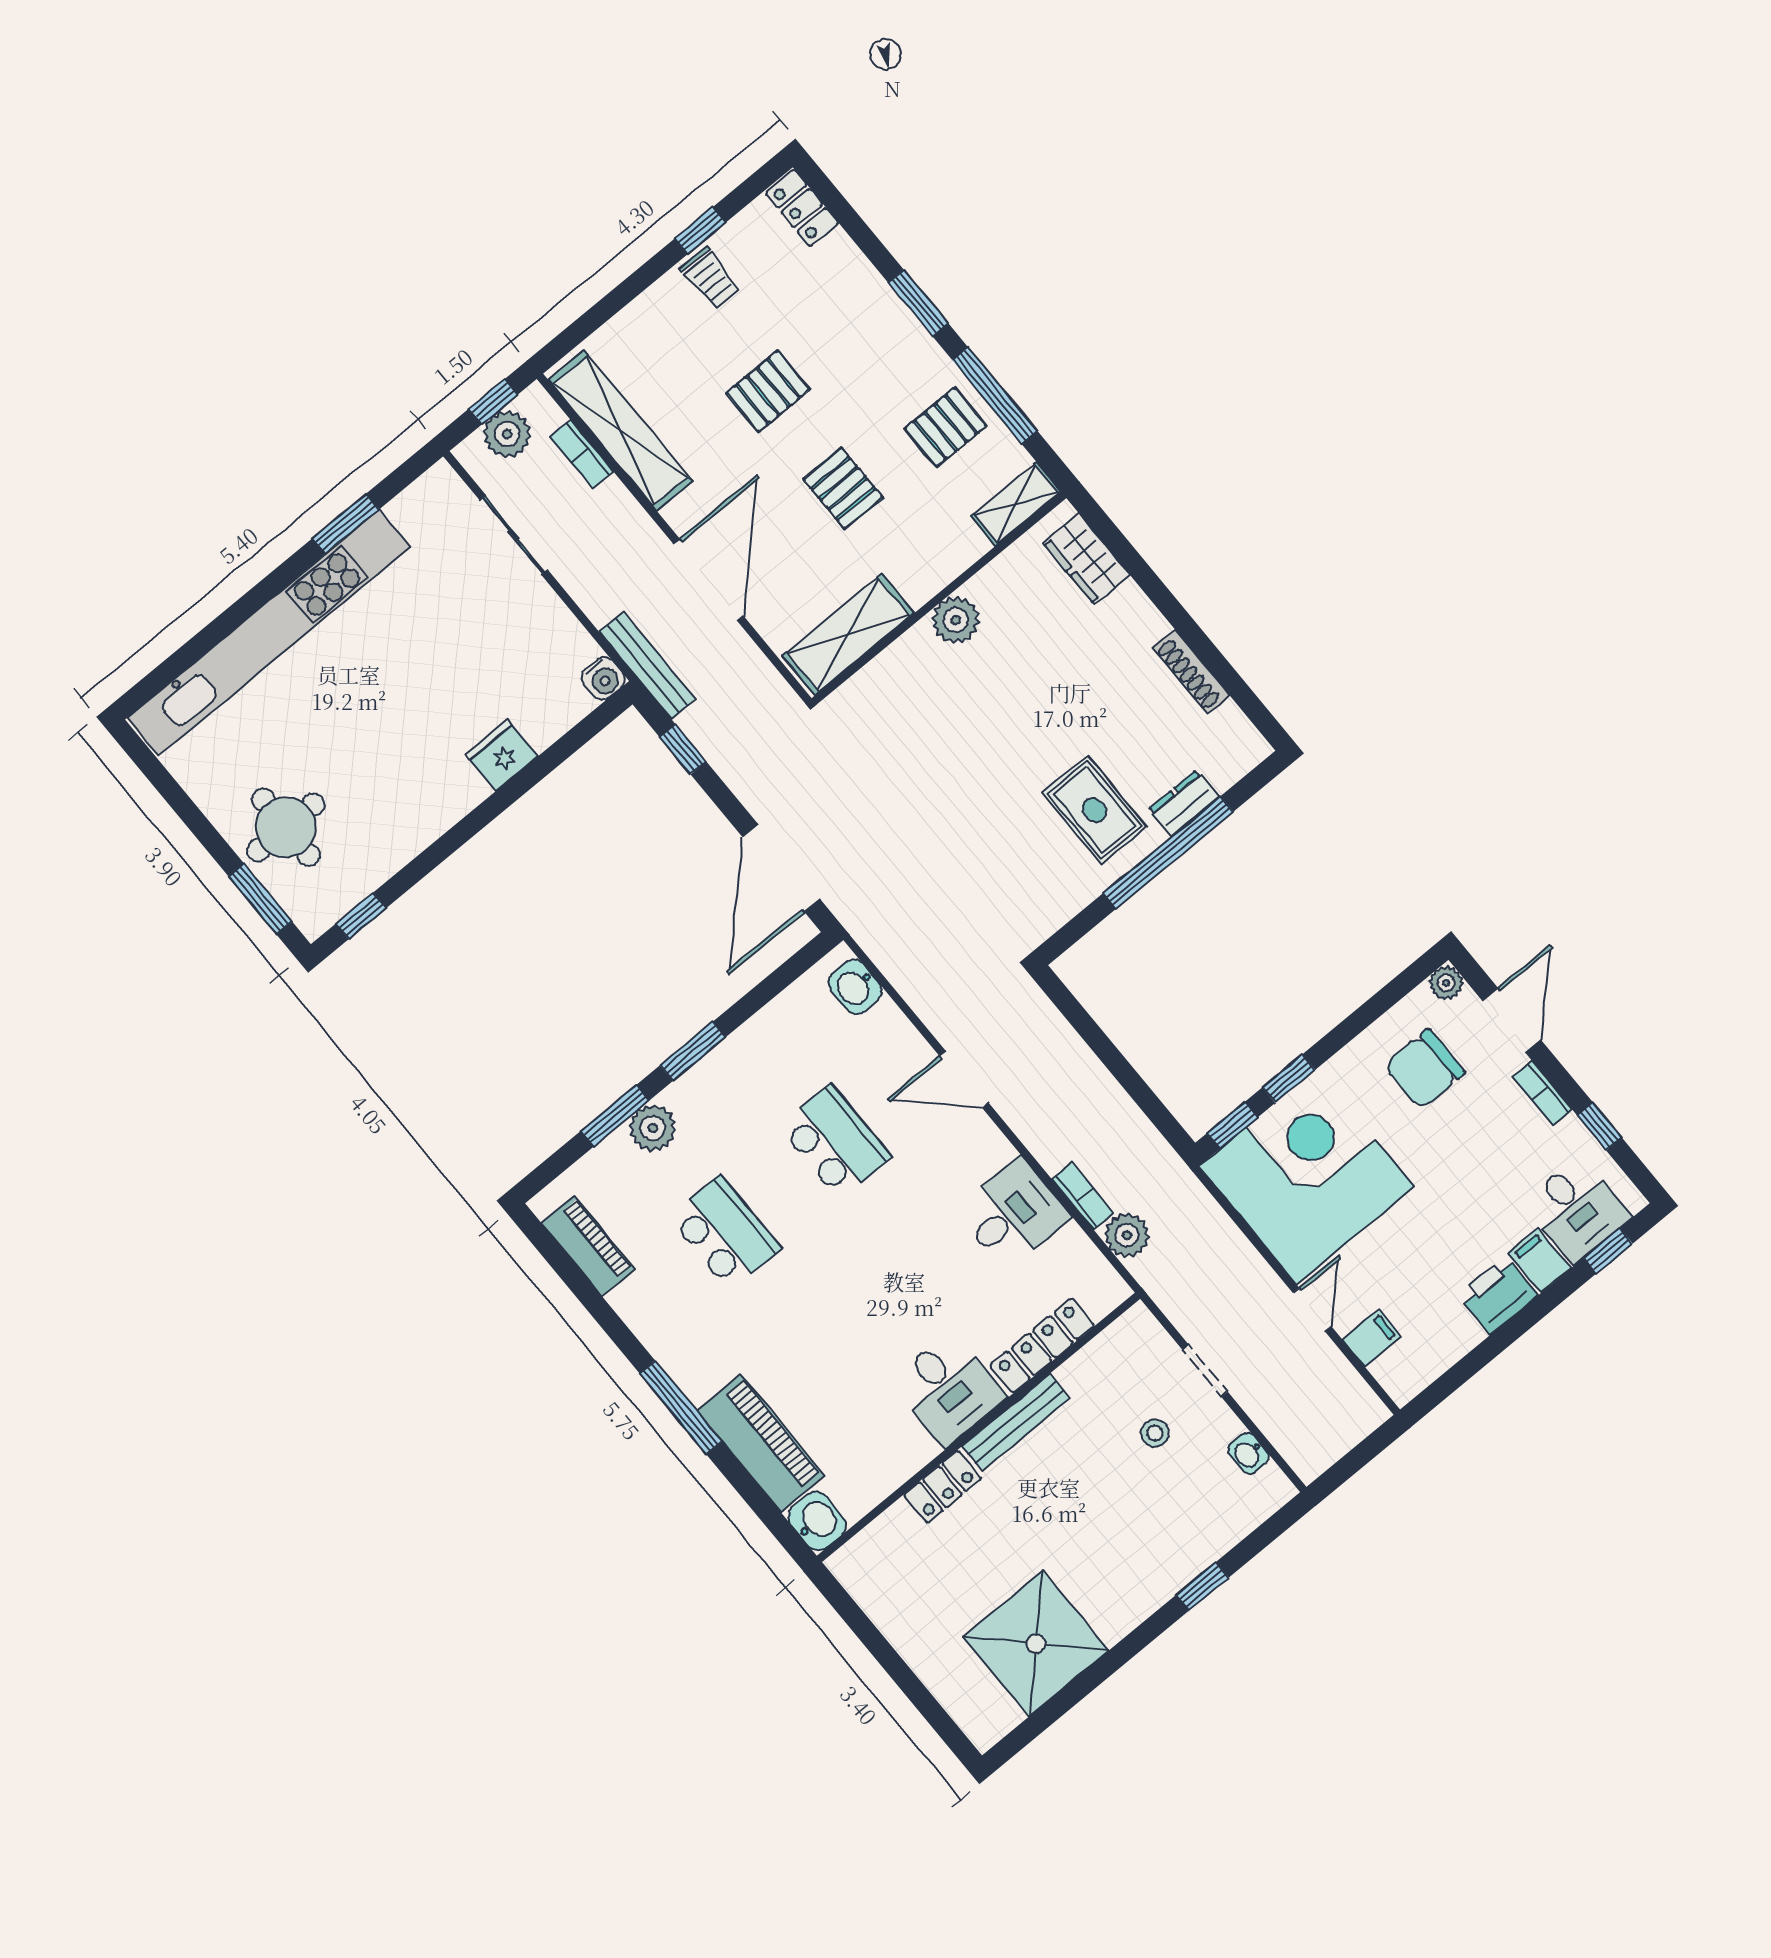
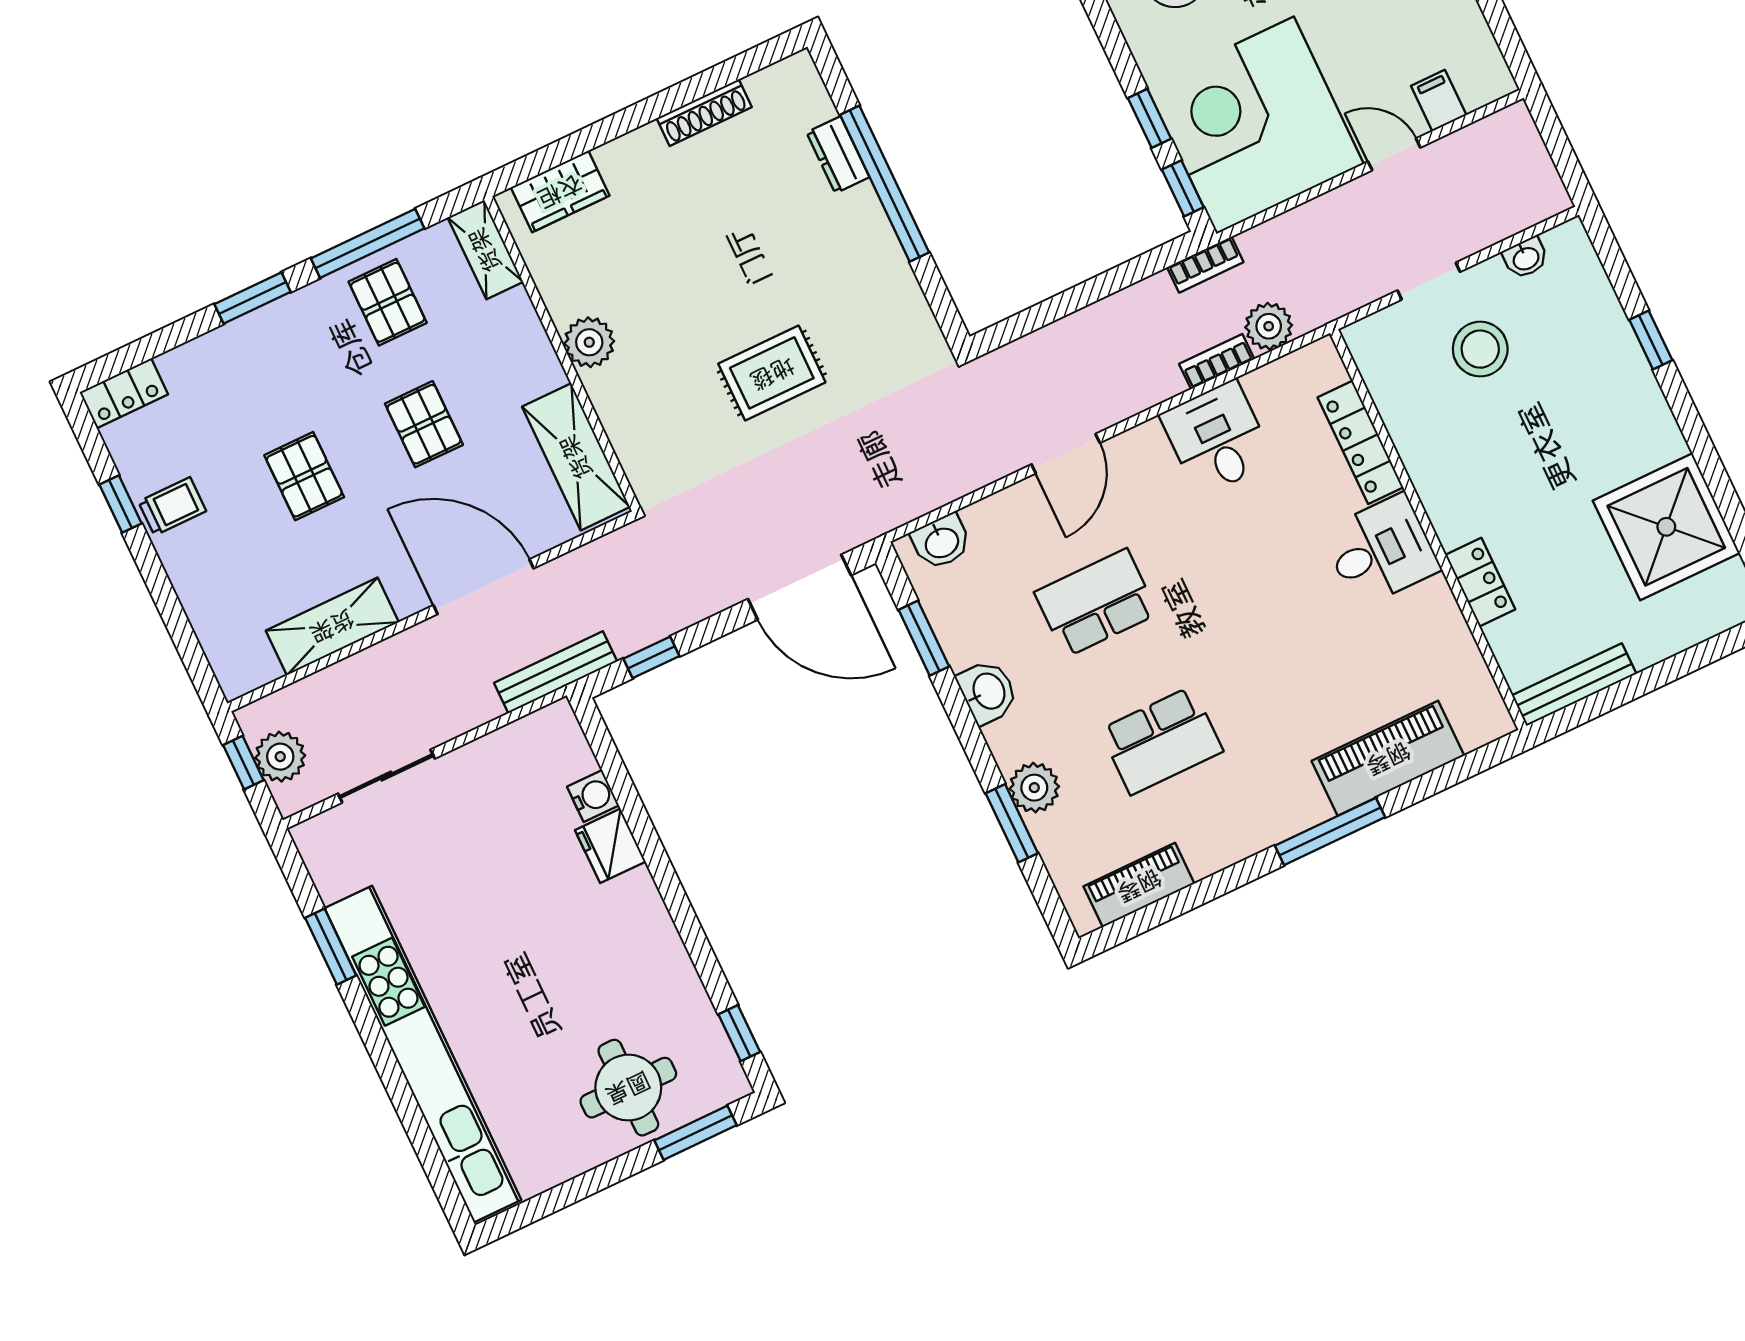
shelving: (620, 431) -> (332, 626), width x0.68
bookcase: (582, 454) -> (1205, 265), moved
pallet: (843, 488) -> (424, 424), turned 90
water cooler: (603, 678) -> (593, 796), moved
rug: (1094, 810) -> (772, 373), moved
window: (693, 1051) -> (924, 638), moved
school desk: (725, 1233) -> (1161, 740), turned 180
bench: (1016, 1422) -> (1574, 685), moved, turned 90
stool: (1155, 1433) -> (1480, 349), width x1.89, depth x1.89
washbasin: (817, 1521) -> (988, 692), moved, turned 90

